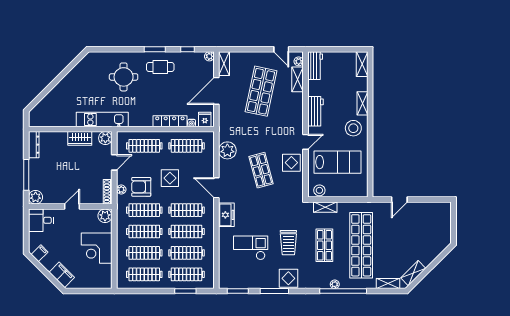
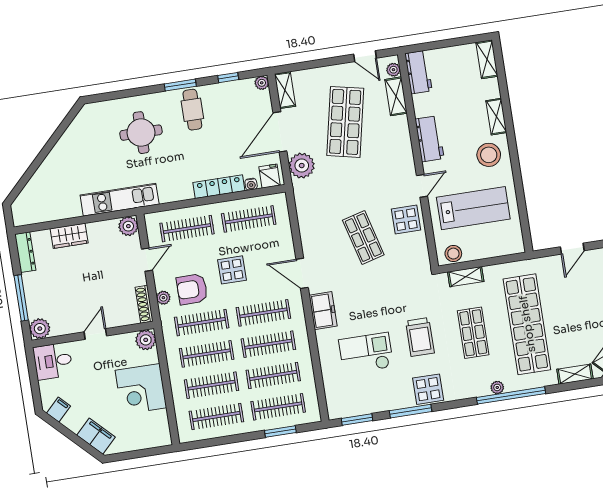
cafe table: (160, 67) -> (192, 110), turned 90
wardrobe: (80, 138) -> (69, 236), moved
plant: (227, 150) -> (302, 166), moved

